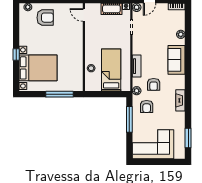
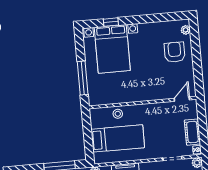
armchair: (45, 18) -> (175, 52), turned 180
window: (16, 55) -> (111, 22), moved

